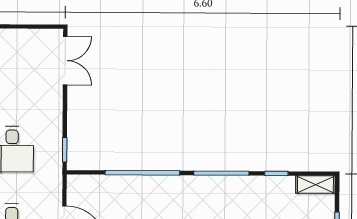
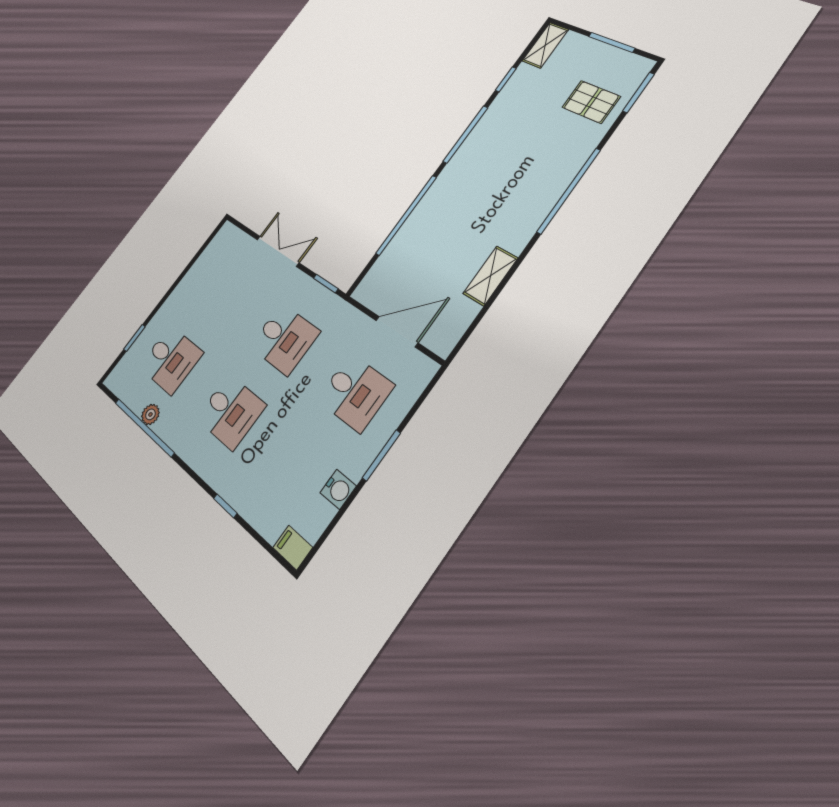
double door: (65, 61) -> (278, 251), moved

